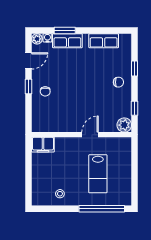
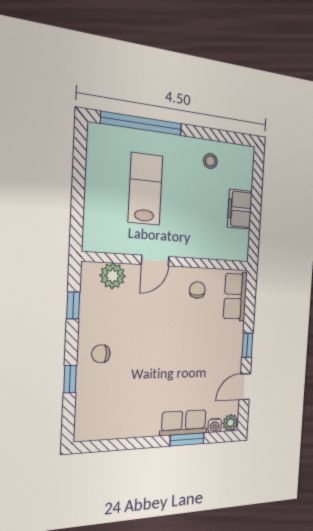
row of seats: (104, 41) -> (235, 296), moved, turned -90
chair: (45, 91) -> (197, 290), moved
plant: (124, 125) -> (113, 276), moved
filing cabinet: (43, 145) -> (240, 209), moved, turned -90

